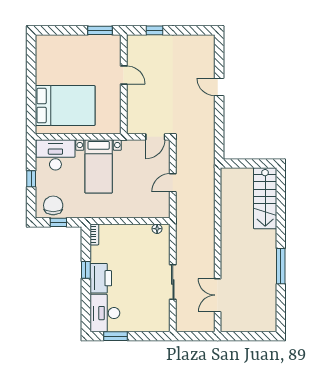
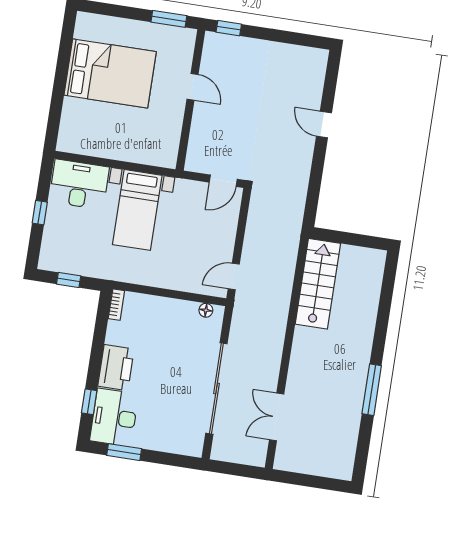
window: (155, 30) -> (229, 28), moved
bed: (65, 105) -> (110, 73), moved
door: (173, 183) -> (234, 276), moved
stairs: (265, 198) -> (318, 284), moved, turned 180
chair: (53, 205) -> (65, 255), removed
window: (86, 270) -> (89, 402), moved
sliding door: (173, 282) -> (216, 388), width x1.86

